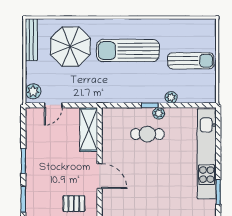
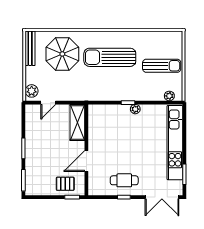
plant: (171, 97) -> (169, 96), moved
cafe table: (147, 134) -> (124, 180), moved
door: (100, 176) -> (86, 161), swing flipped

